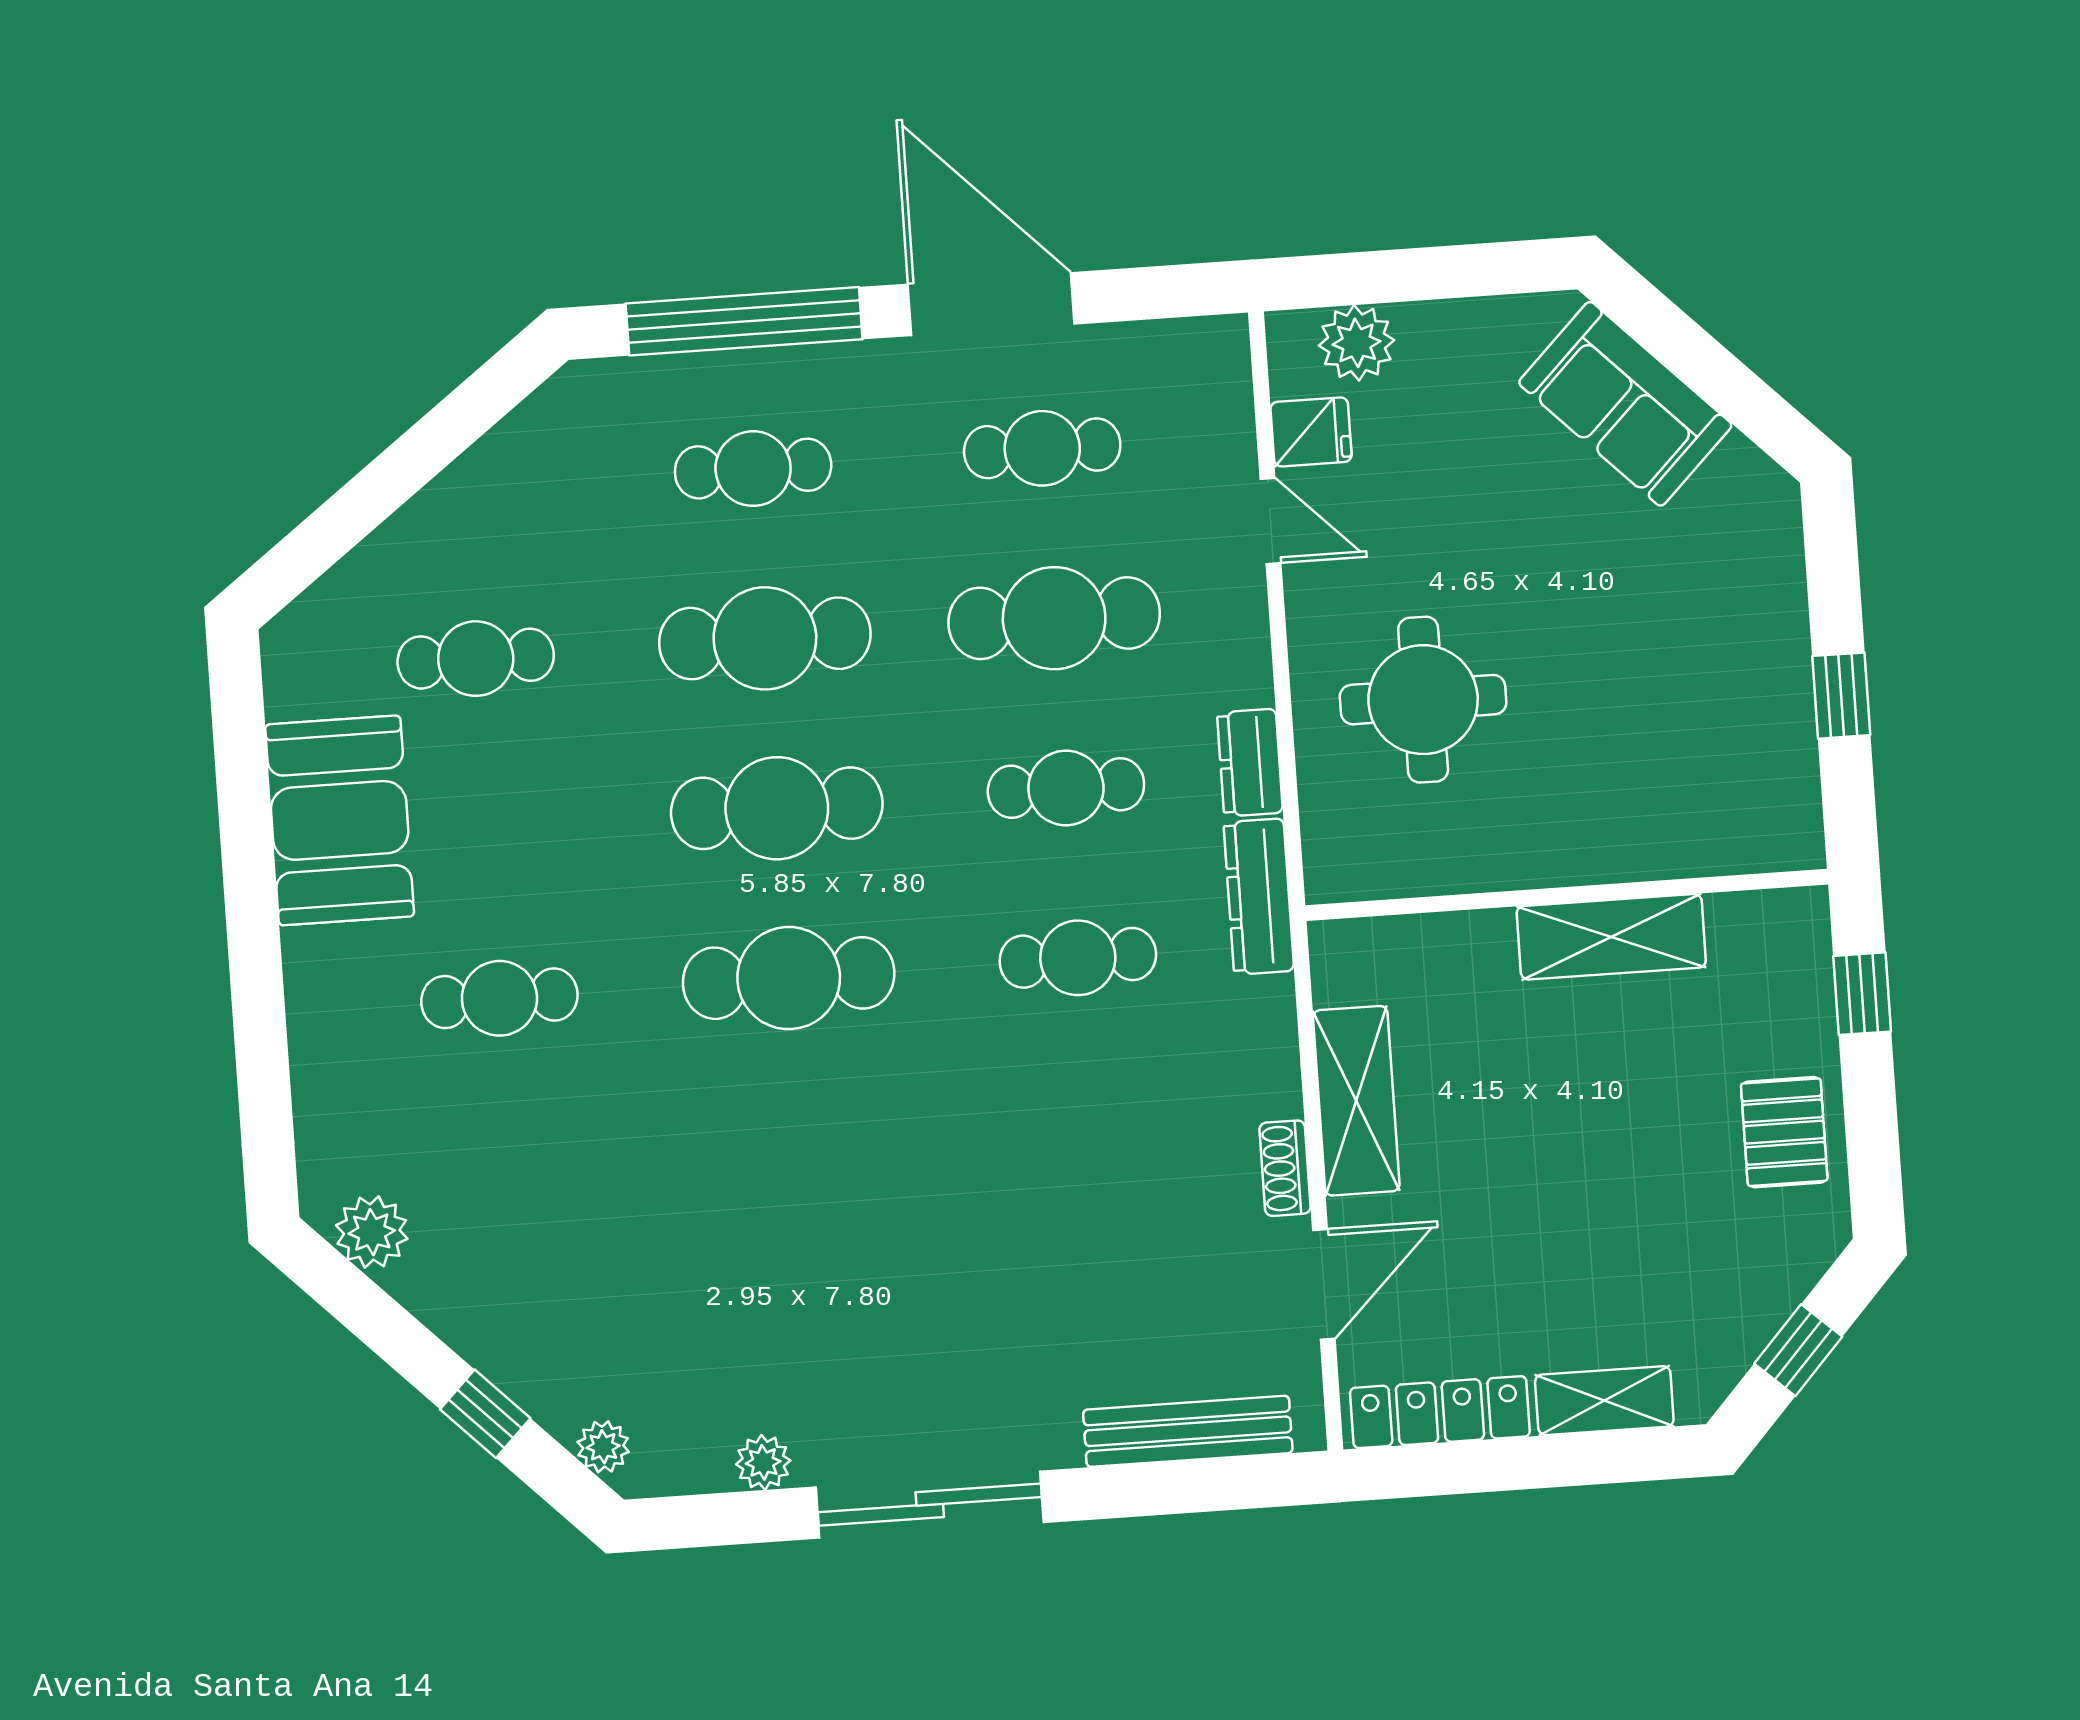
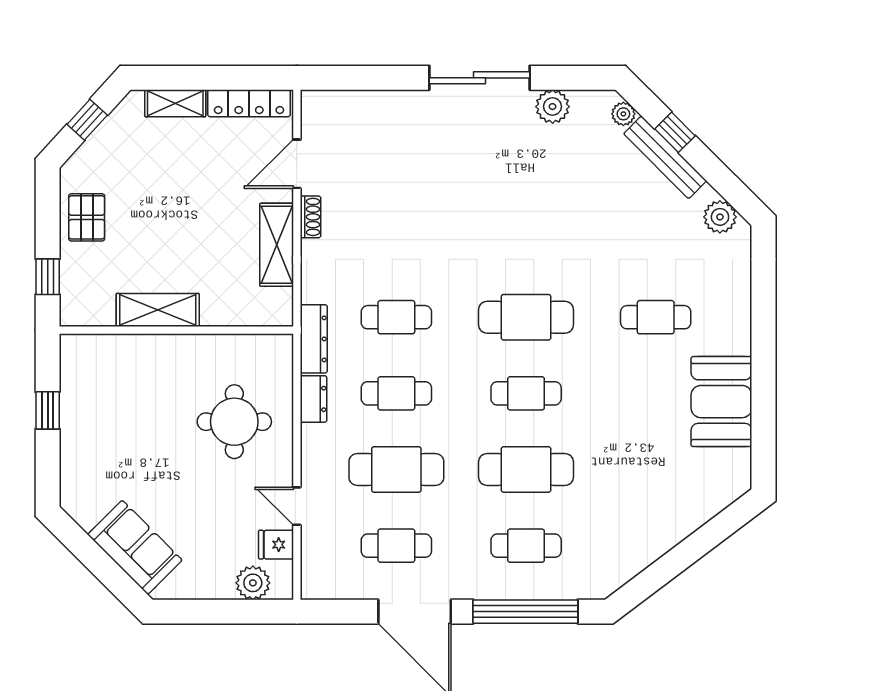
cafe table: (476, 659) -> (656, 470), removed
cafe table: (777, 808) -> (526, 393), width x0.73, depth x0.74
bench: (1188, 1431) -> (665, 157), moved, turned 45
plant: (763, 1462) -> (553, 107), width x1.38, depth x1.38

